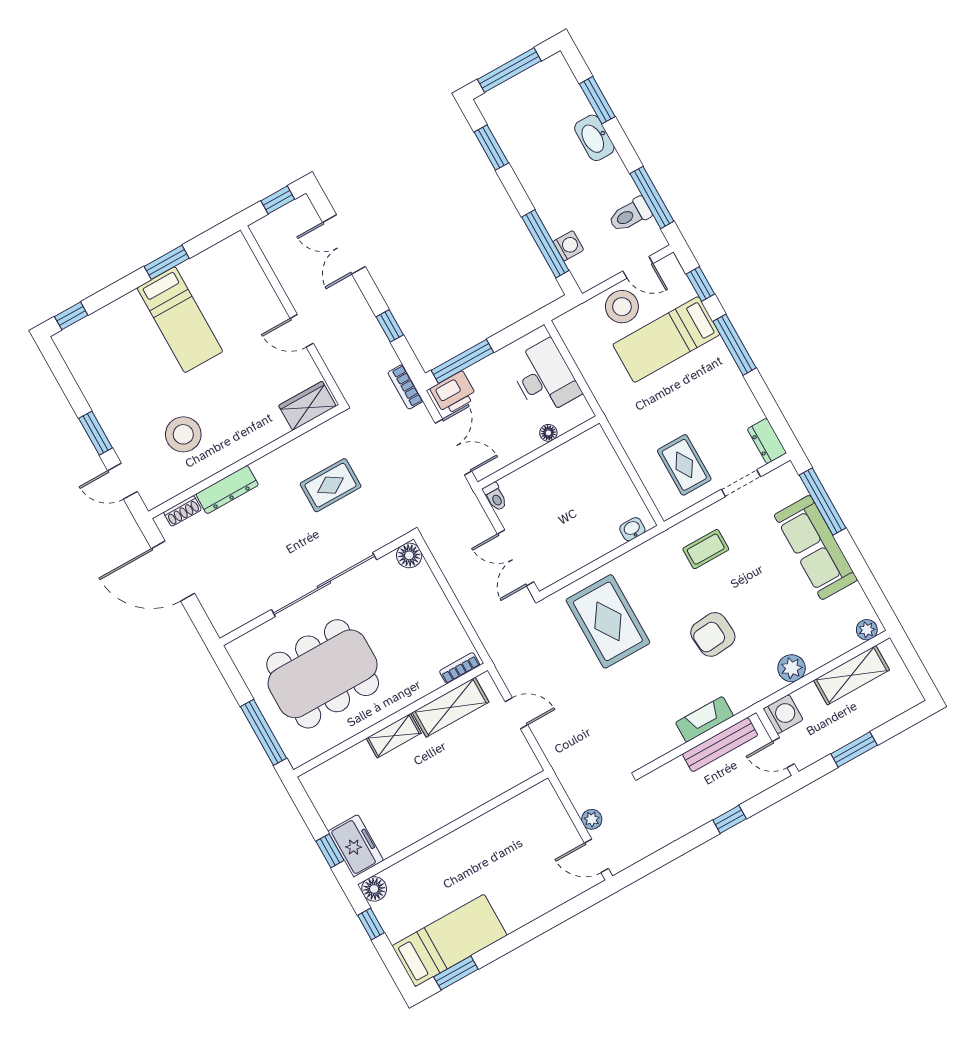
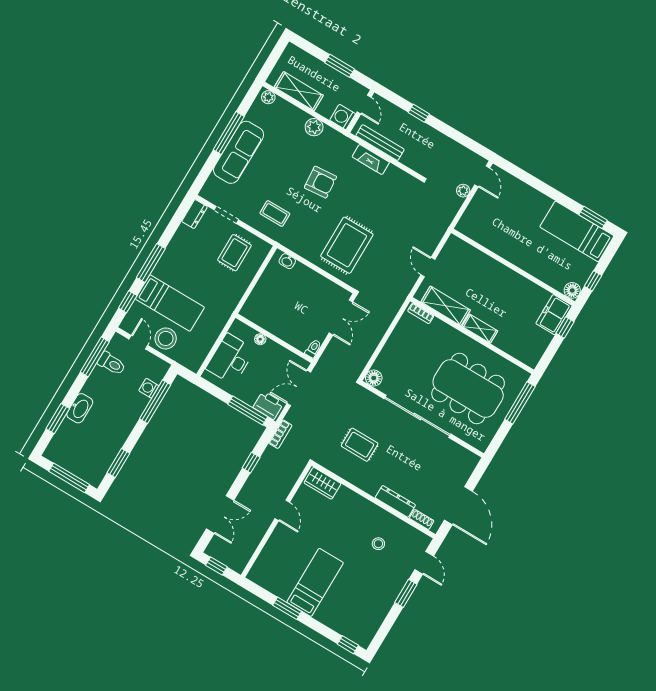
stool: (183, 434) -> (378, 544), width x0.53, depth x0.53
window: (823, 502) -> (229, 133), moved

